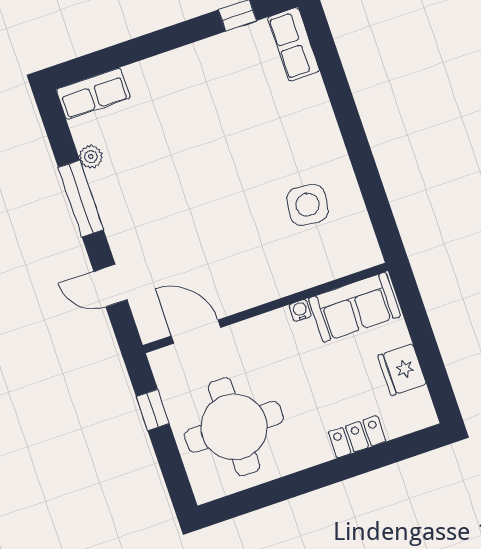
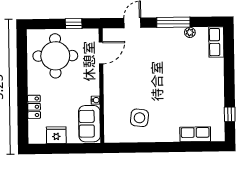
row of seats: (294, 44) -> (195, 134), moved

